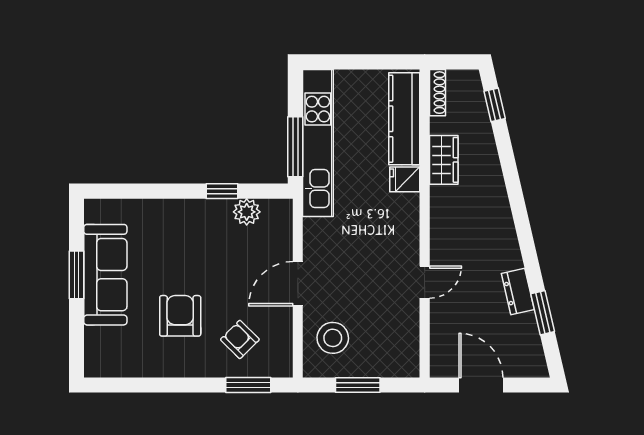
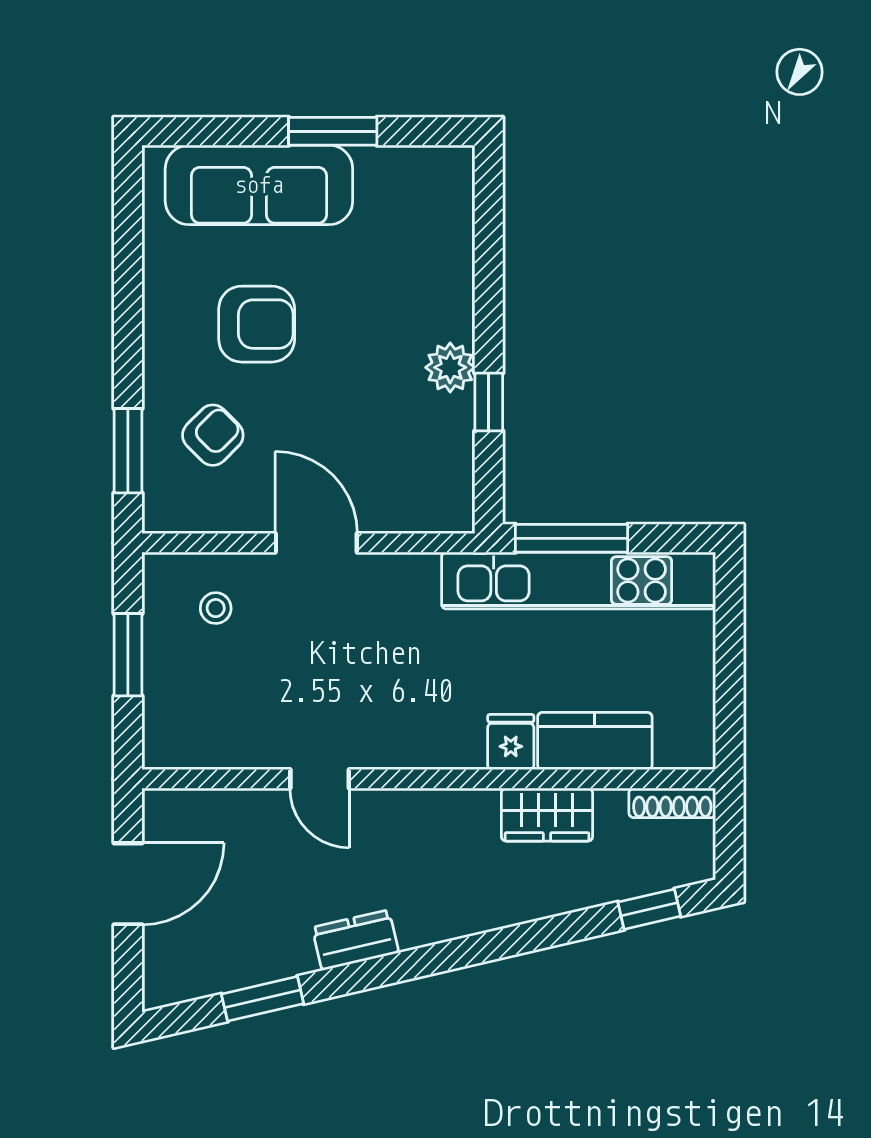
kitchen counter: (404, 119) -> (595, 741), width x0.67
plant: (247, 212) -> (450, 367), moved
sofa: (105, 275) -> (259, 185), moved
dresser: (518, 291) -> (355, 940), moved
stool: (333, 338) -> (216, 608), width x0.53, depth x0.53

